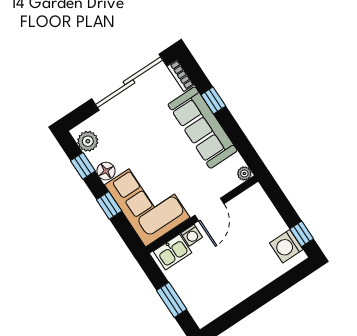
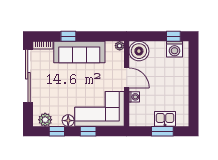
boiler: (254, 203) -> (139, 51), added
kitchen sink: (173, 252) -> (165, 119), moved, turned -90

